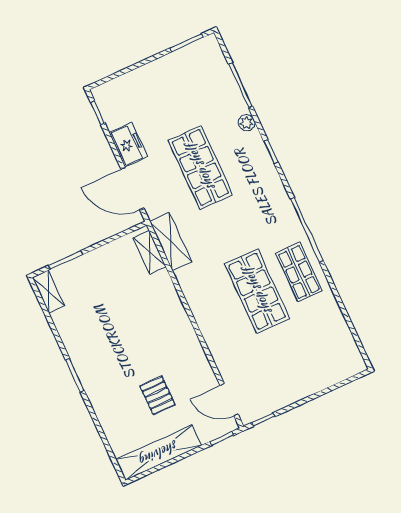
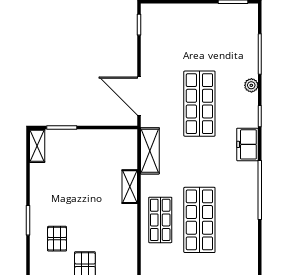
freezer: (128, 145) -> (248, 144), moved, turned 180
shelving: (149, 252) -> (130, 187), moved
shop shelf: (299, 272) -> (160, 220), moved
pallet: (115, 381) -> (57, 239), added

